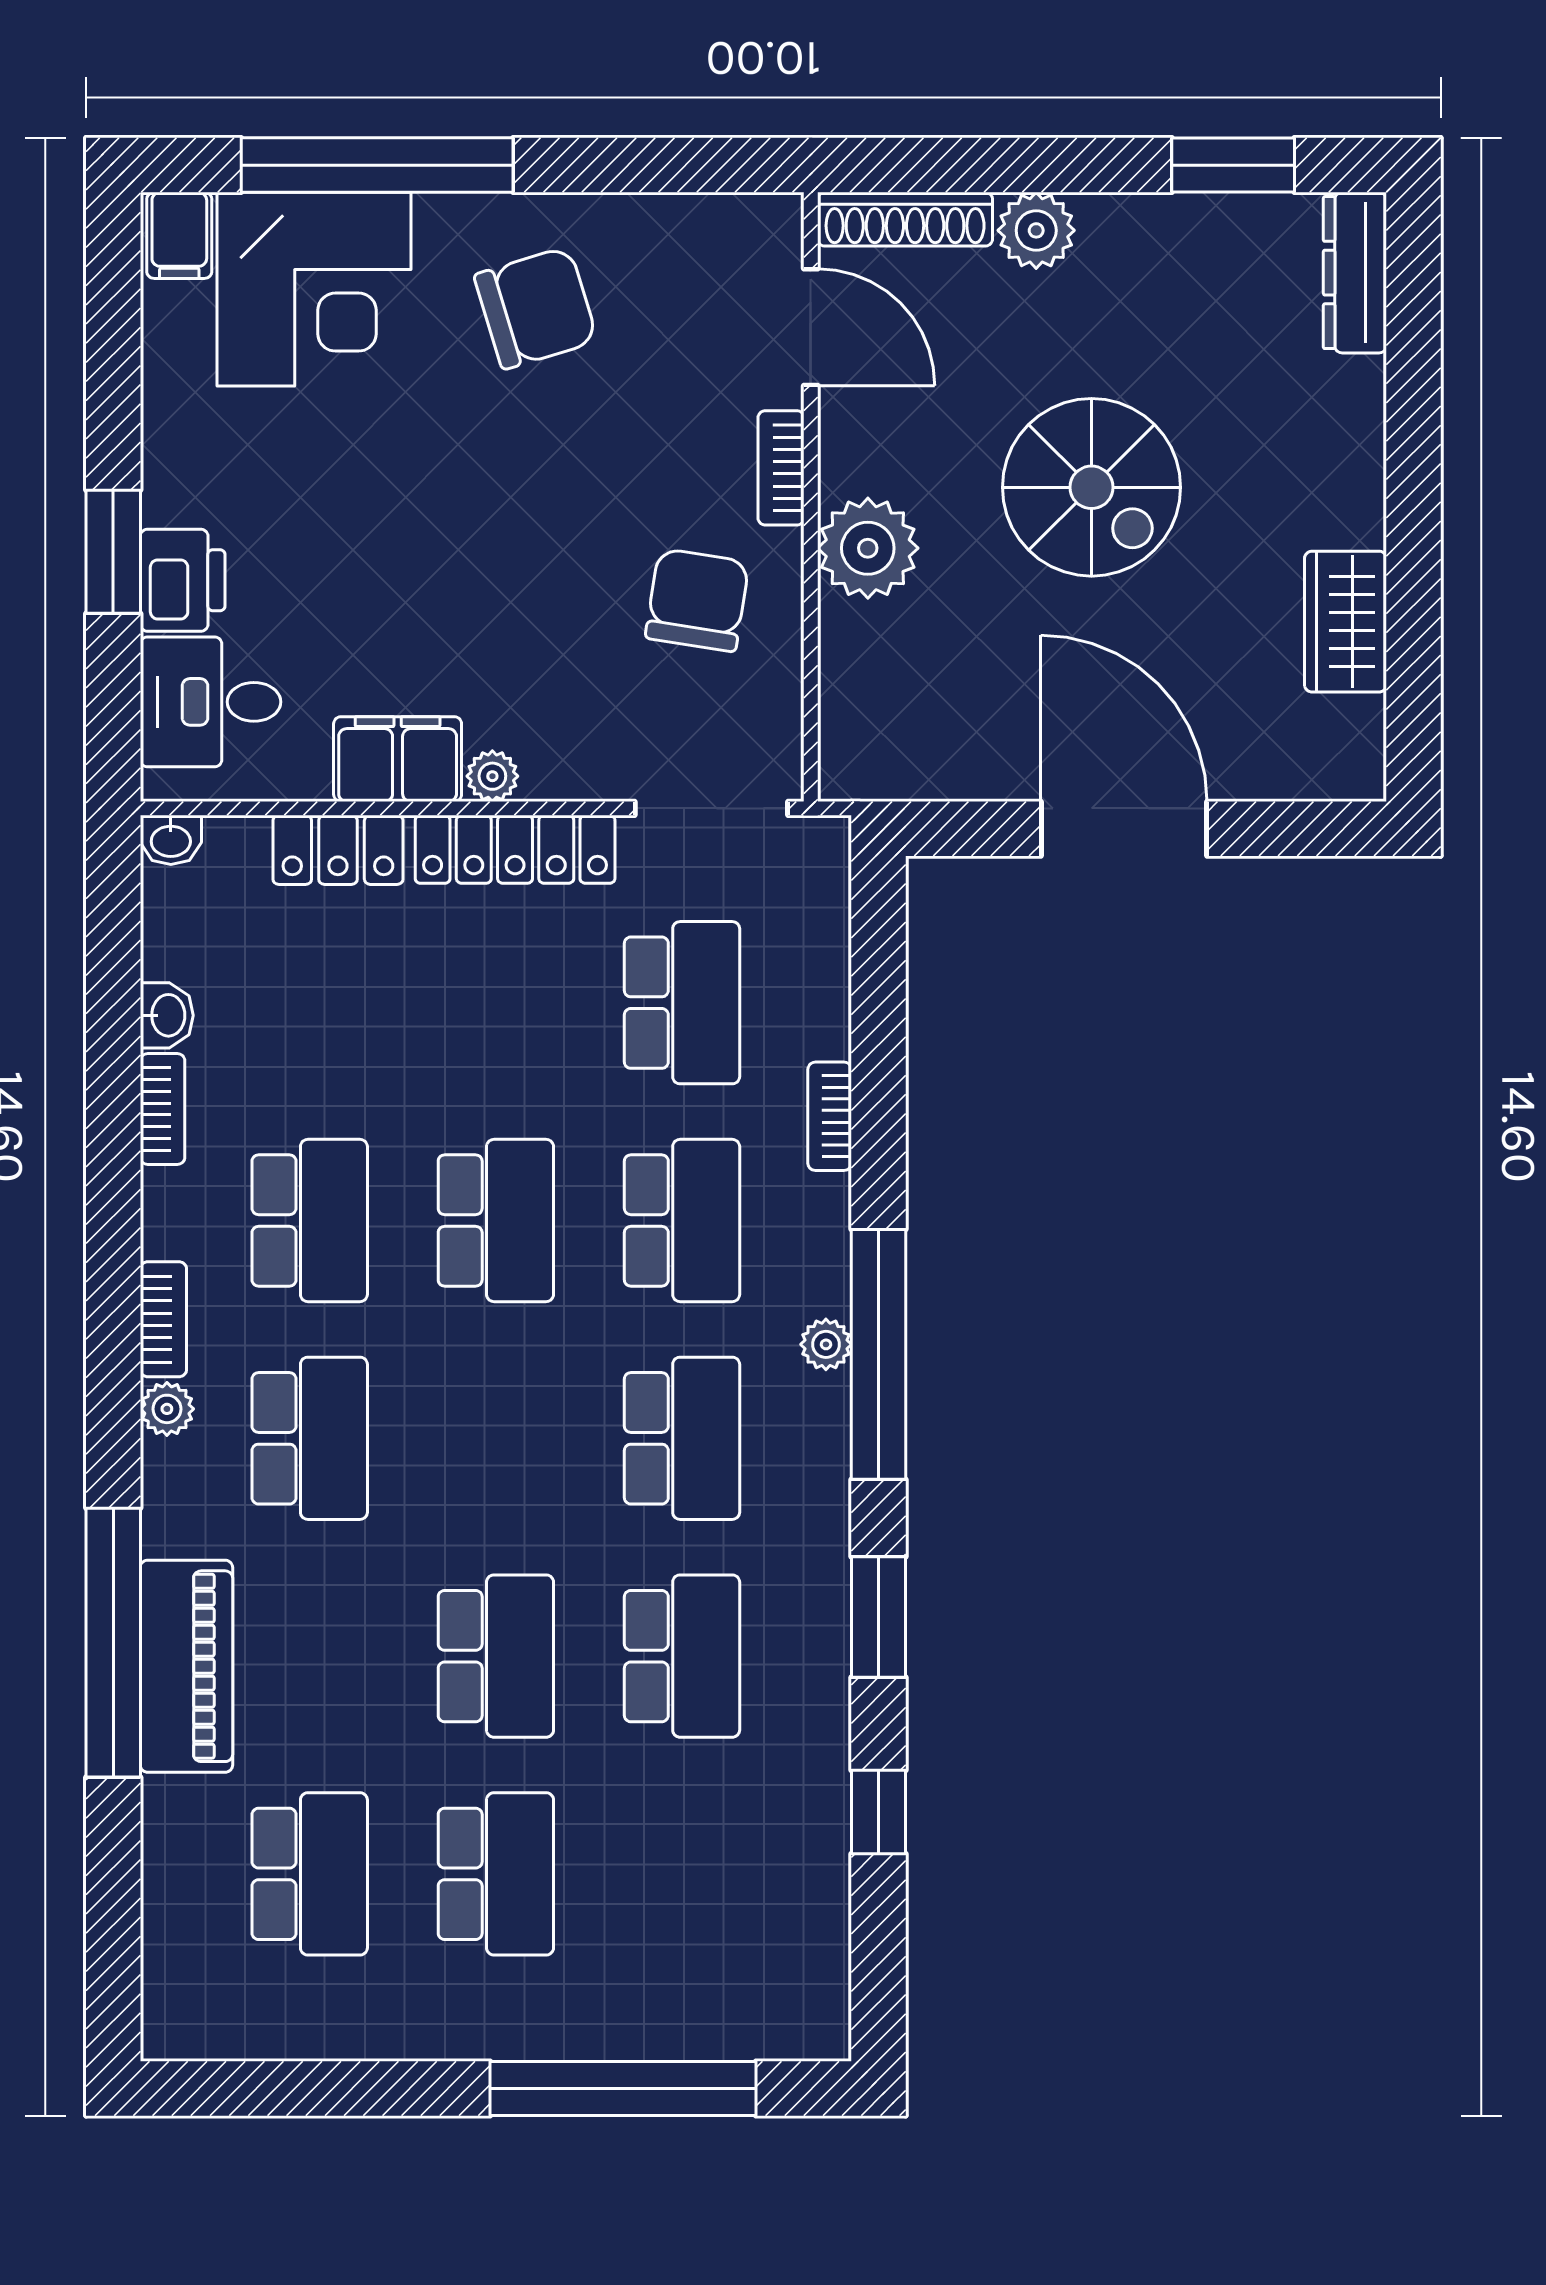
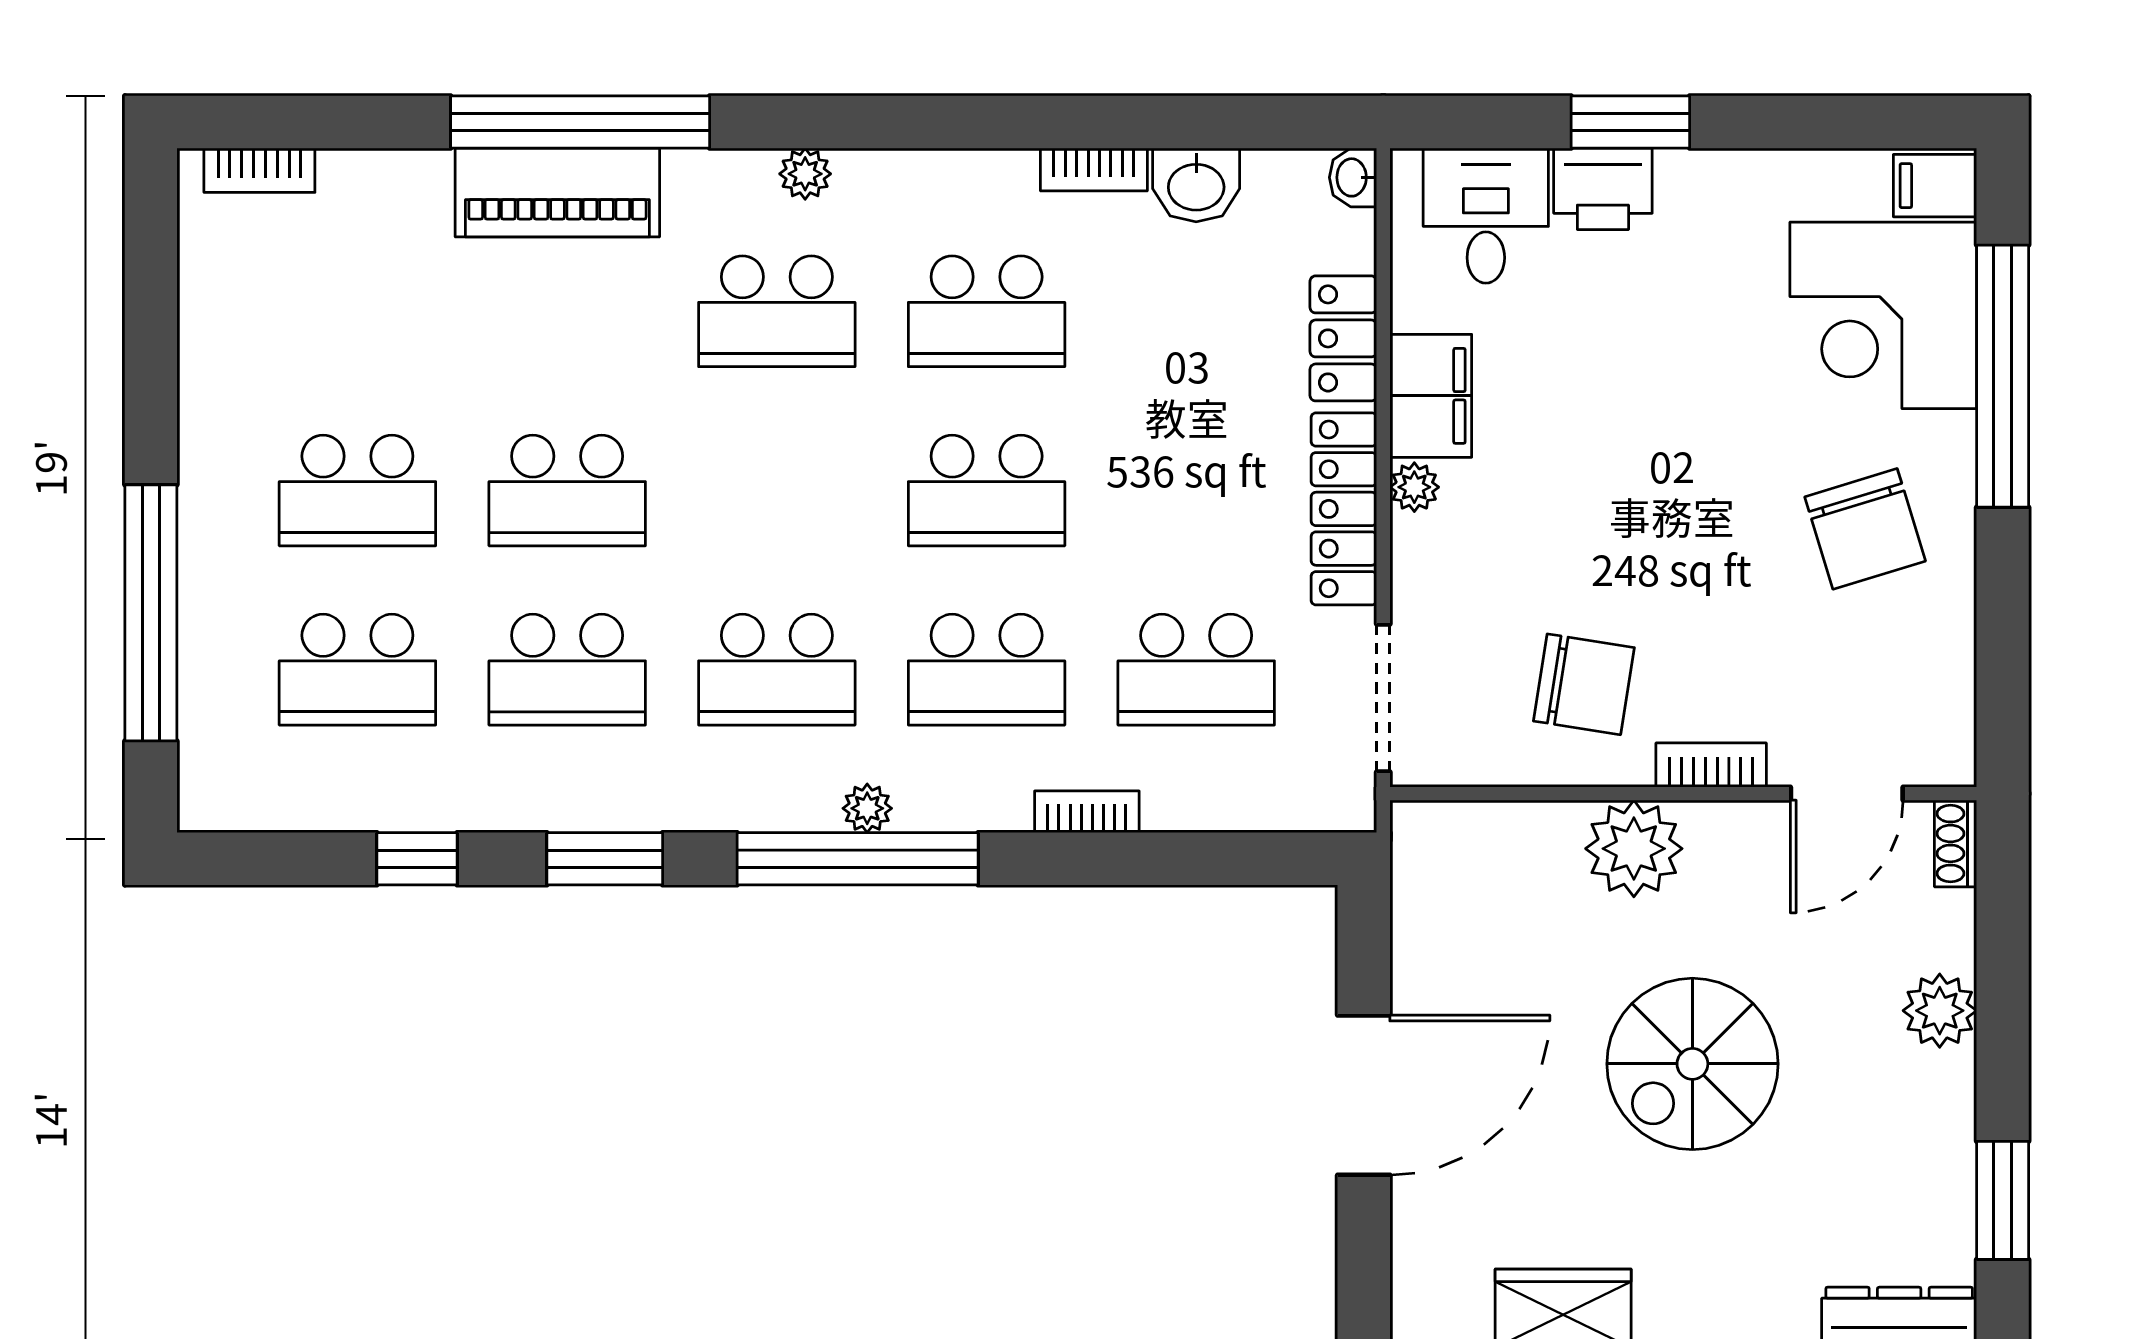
shoe rack: (905, 219) -> (1956, 843), width x0.51, depth x0.81
washbasin: (167, 1015) -> (1196, 185), width x1.38, depth x1.45
bookcase: (163, 1319) -> (259, 170), moved
school desk: (310, 1874) -> (357, 670), moved

